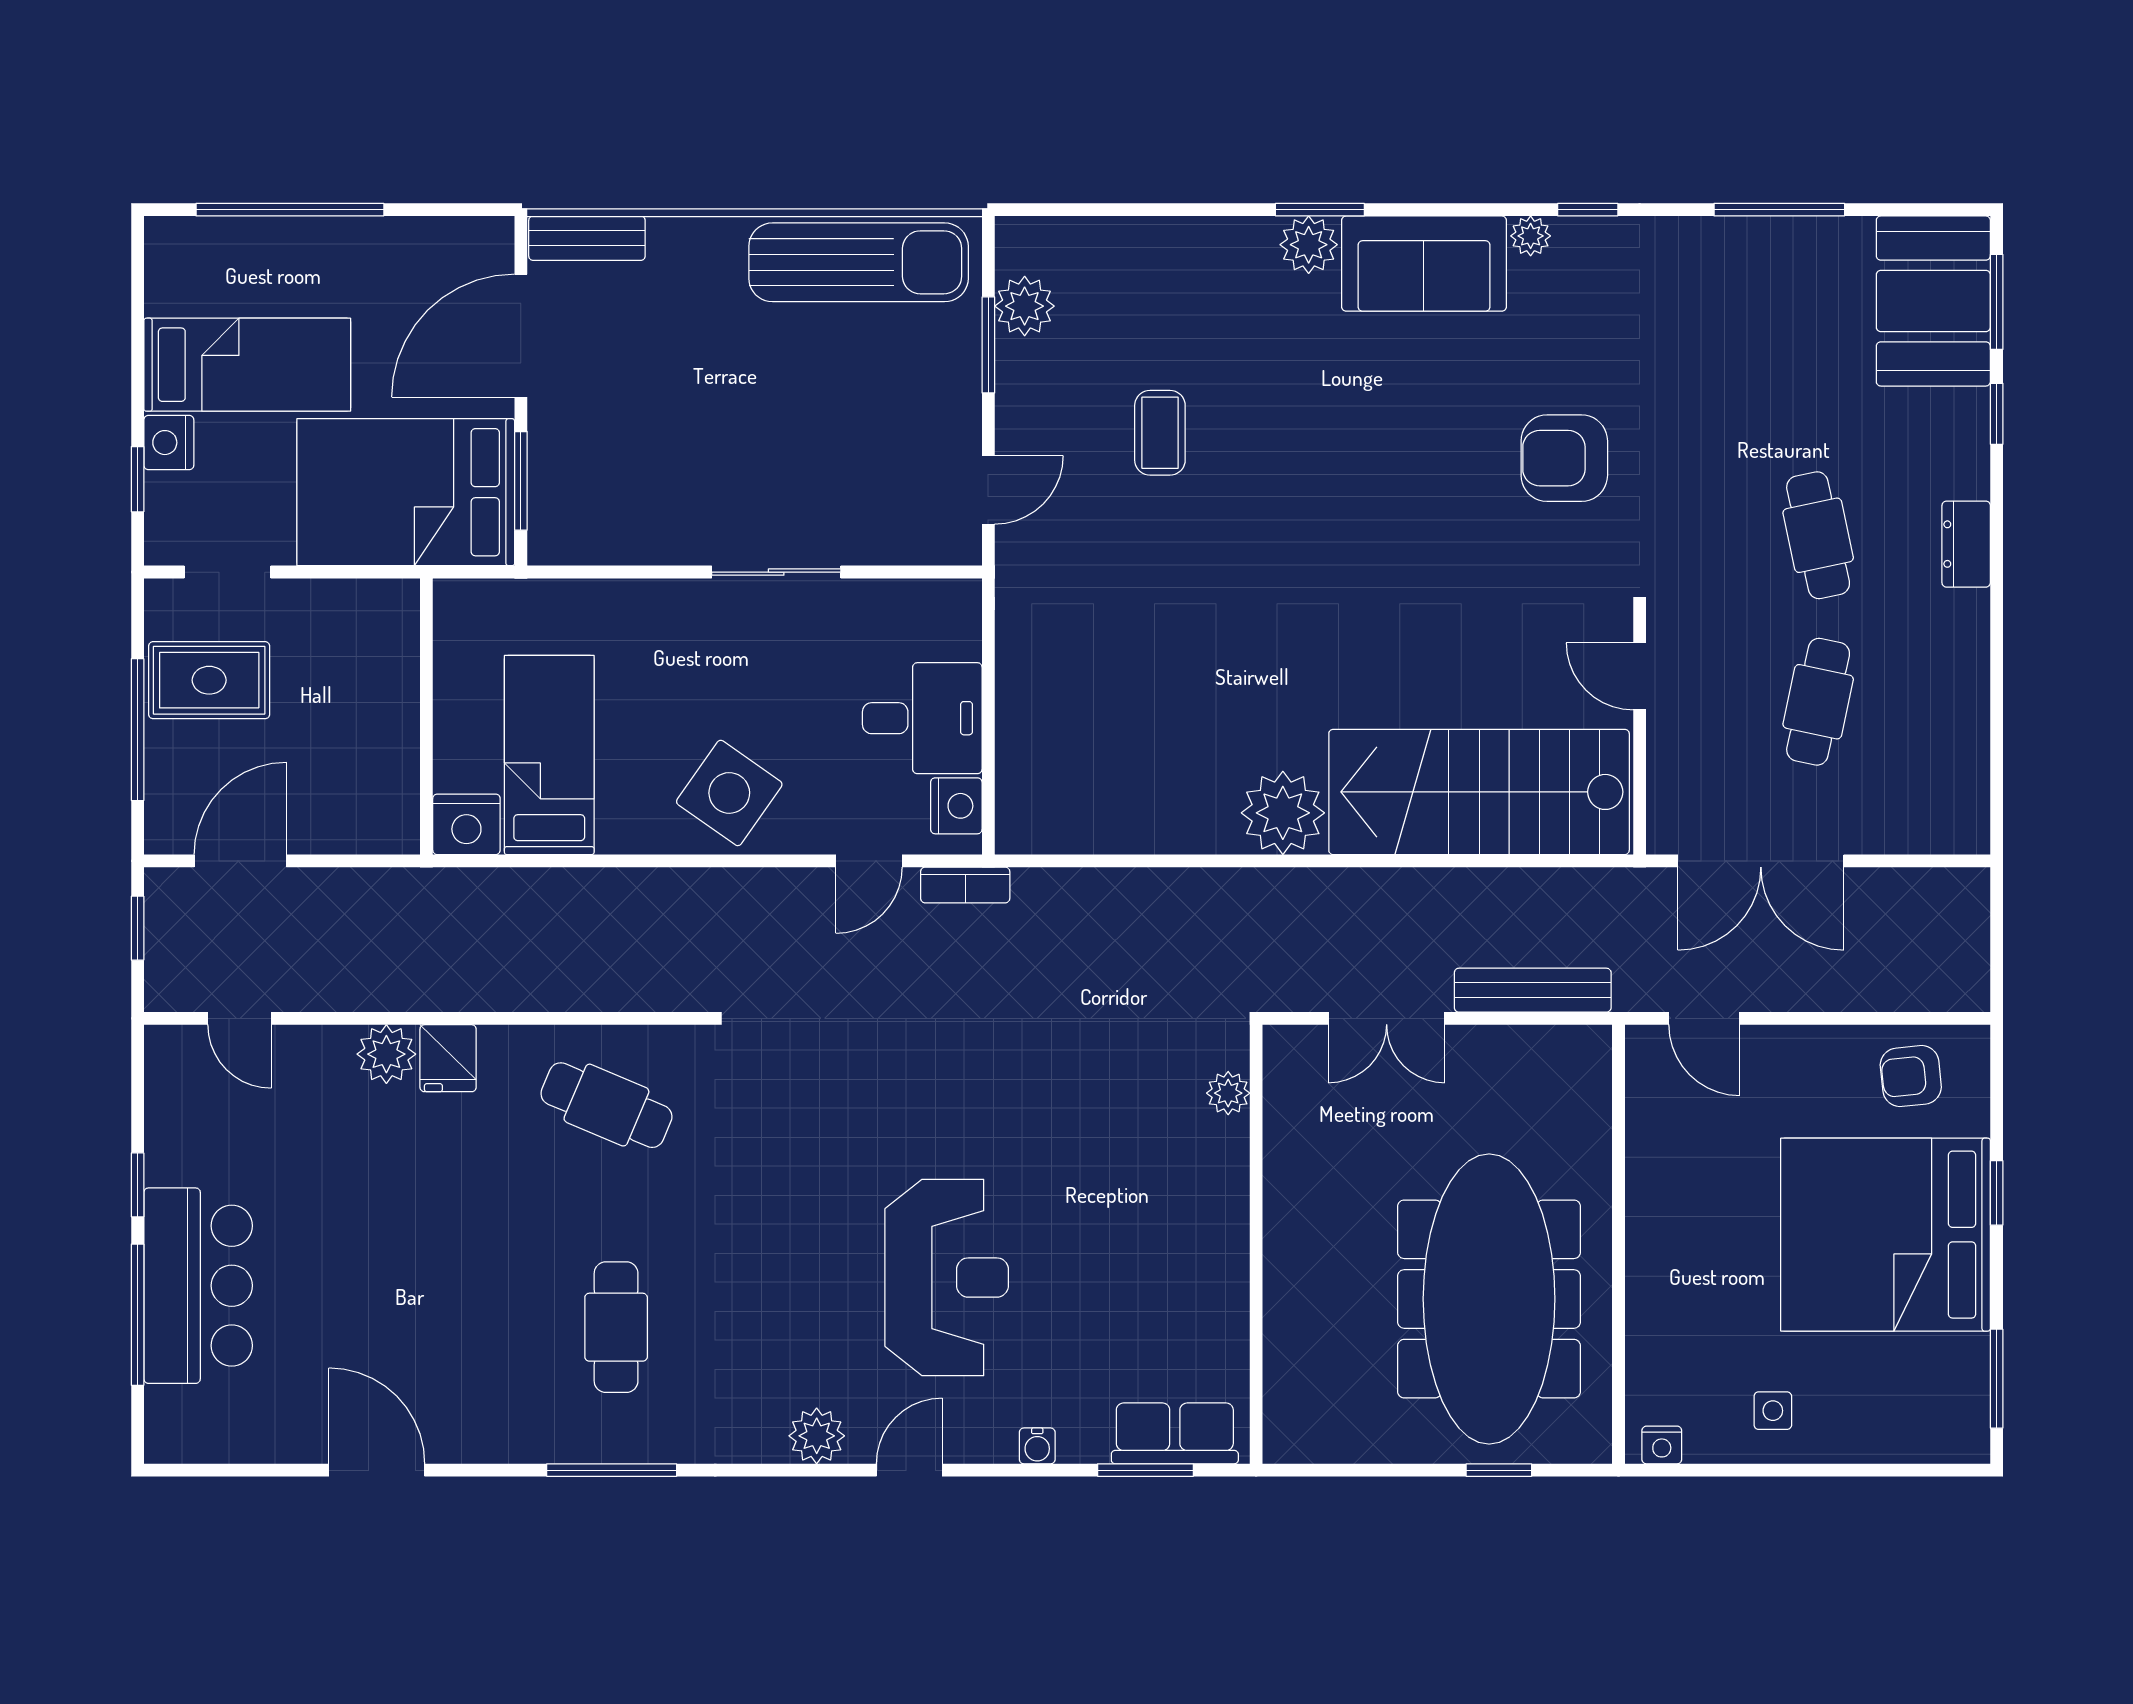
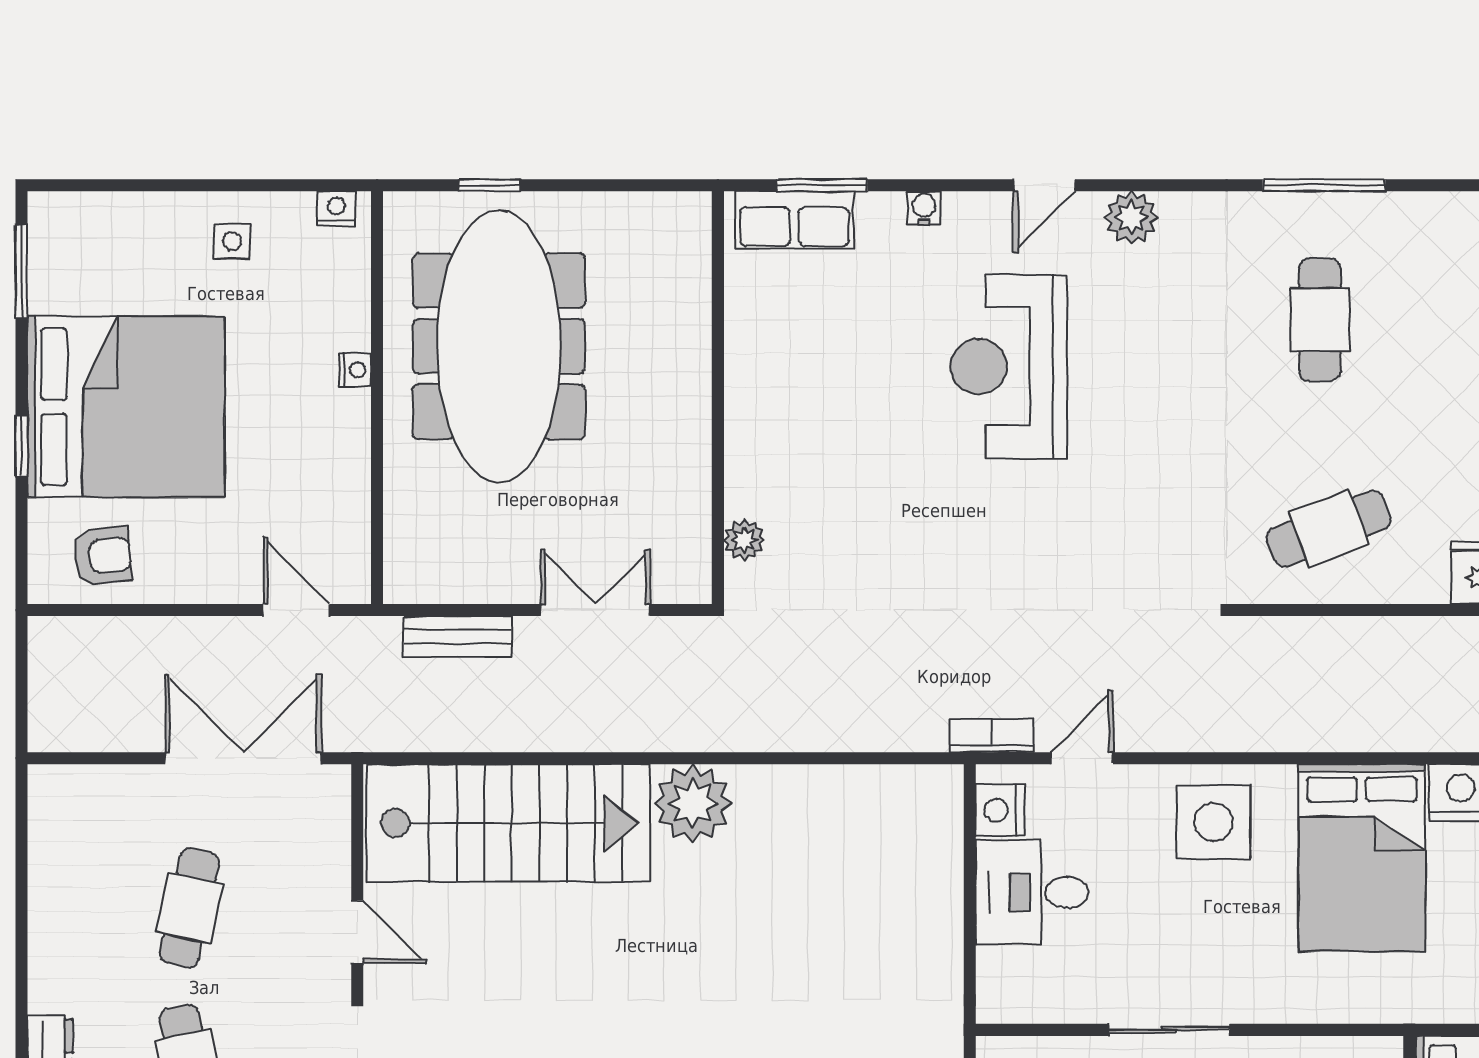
bed: (549, 755) -> (1362, 858), width x1.50
side table: (729, 793) -> (1213, 822), turned -35
bench: (1533, 990) -> (458, 637), width x0.73
cafe table: (606, 1105) -> (1329, 529), turned -44
nightstand: (1642, 1274) -> (355, 370), added

